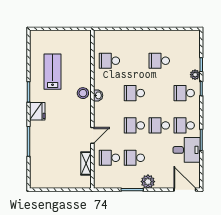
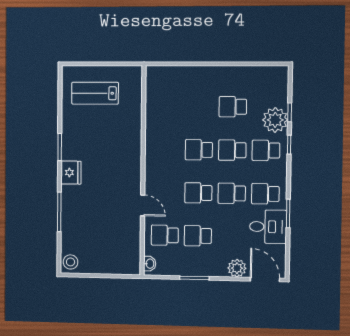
school desk: (109, 61) -> (232, 150), moved
lab bench: (53, 72) -> (95, 93), moved, turned -90
plant: (195, 75) -> (275, 120), width x1.88, depth x1.88
stool: (83, 93) -> (71, 262), moved
washbasin: (98, 95) -> (150, 264), moved
door: (92, 135) -> (143, 205), hinge flipped
shelving: (86, 163) -> (134, 242), removed
plant: (148, 182) -> (237, 268), moved

